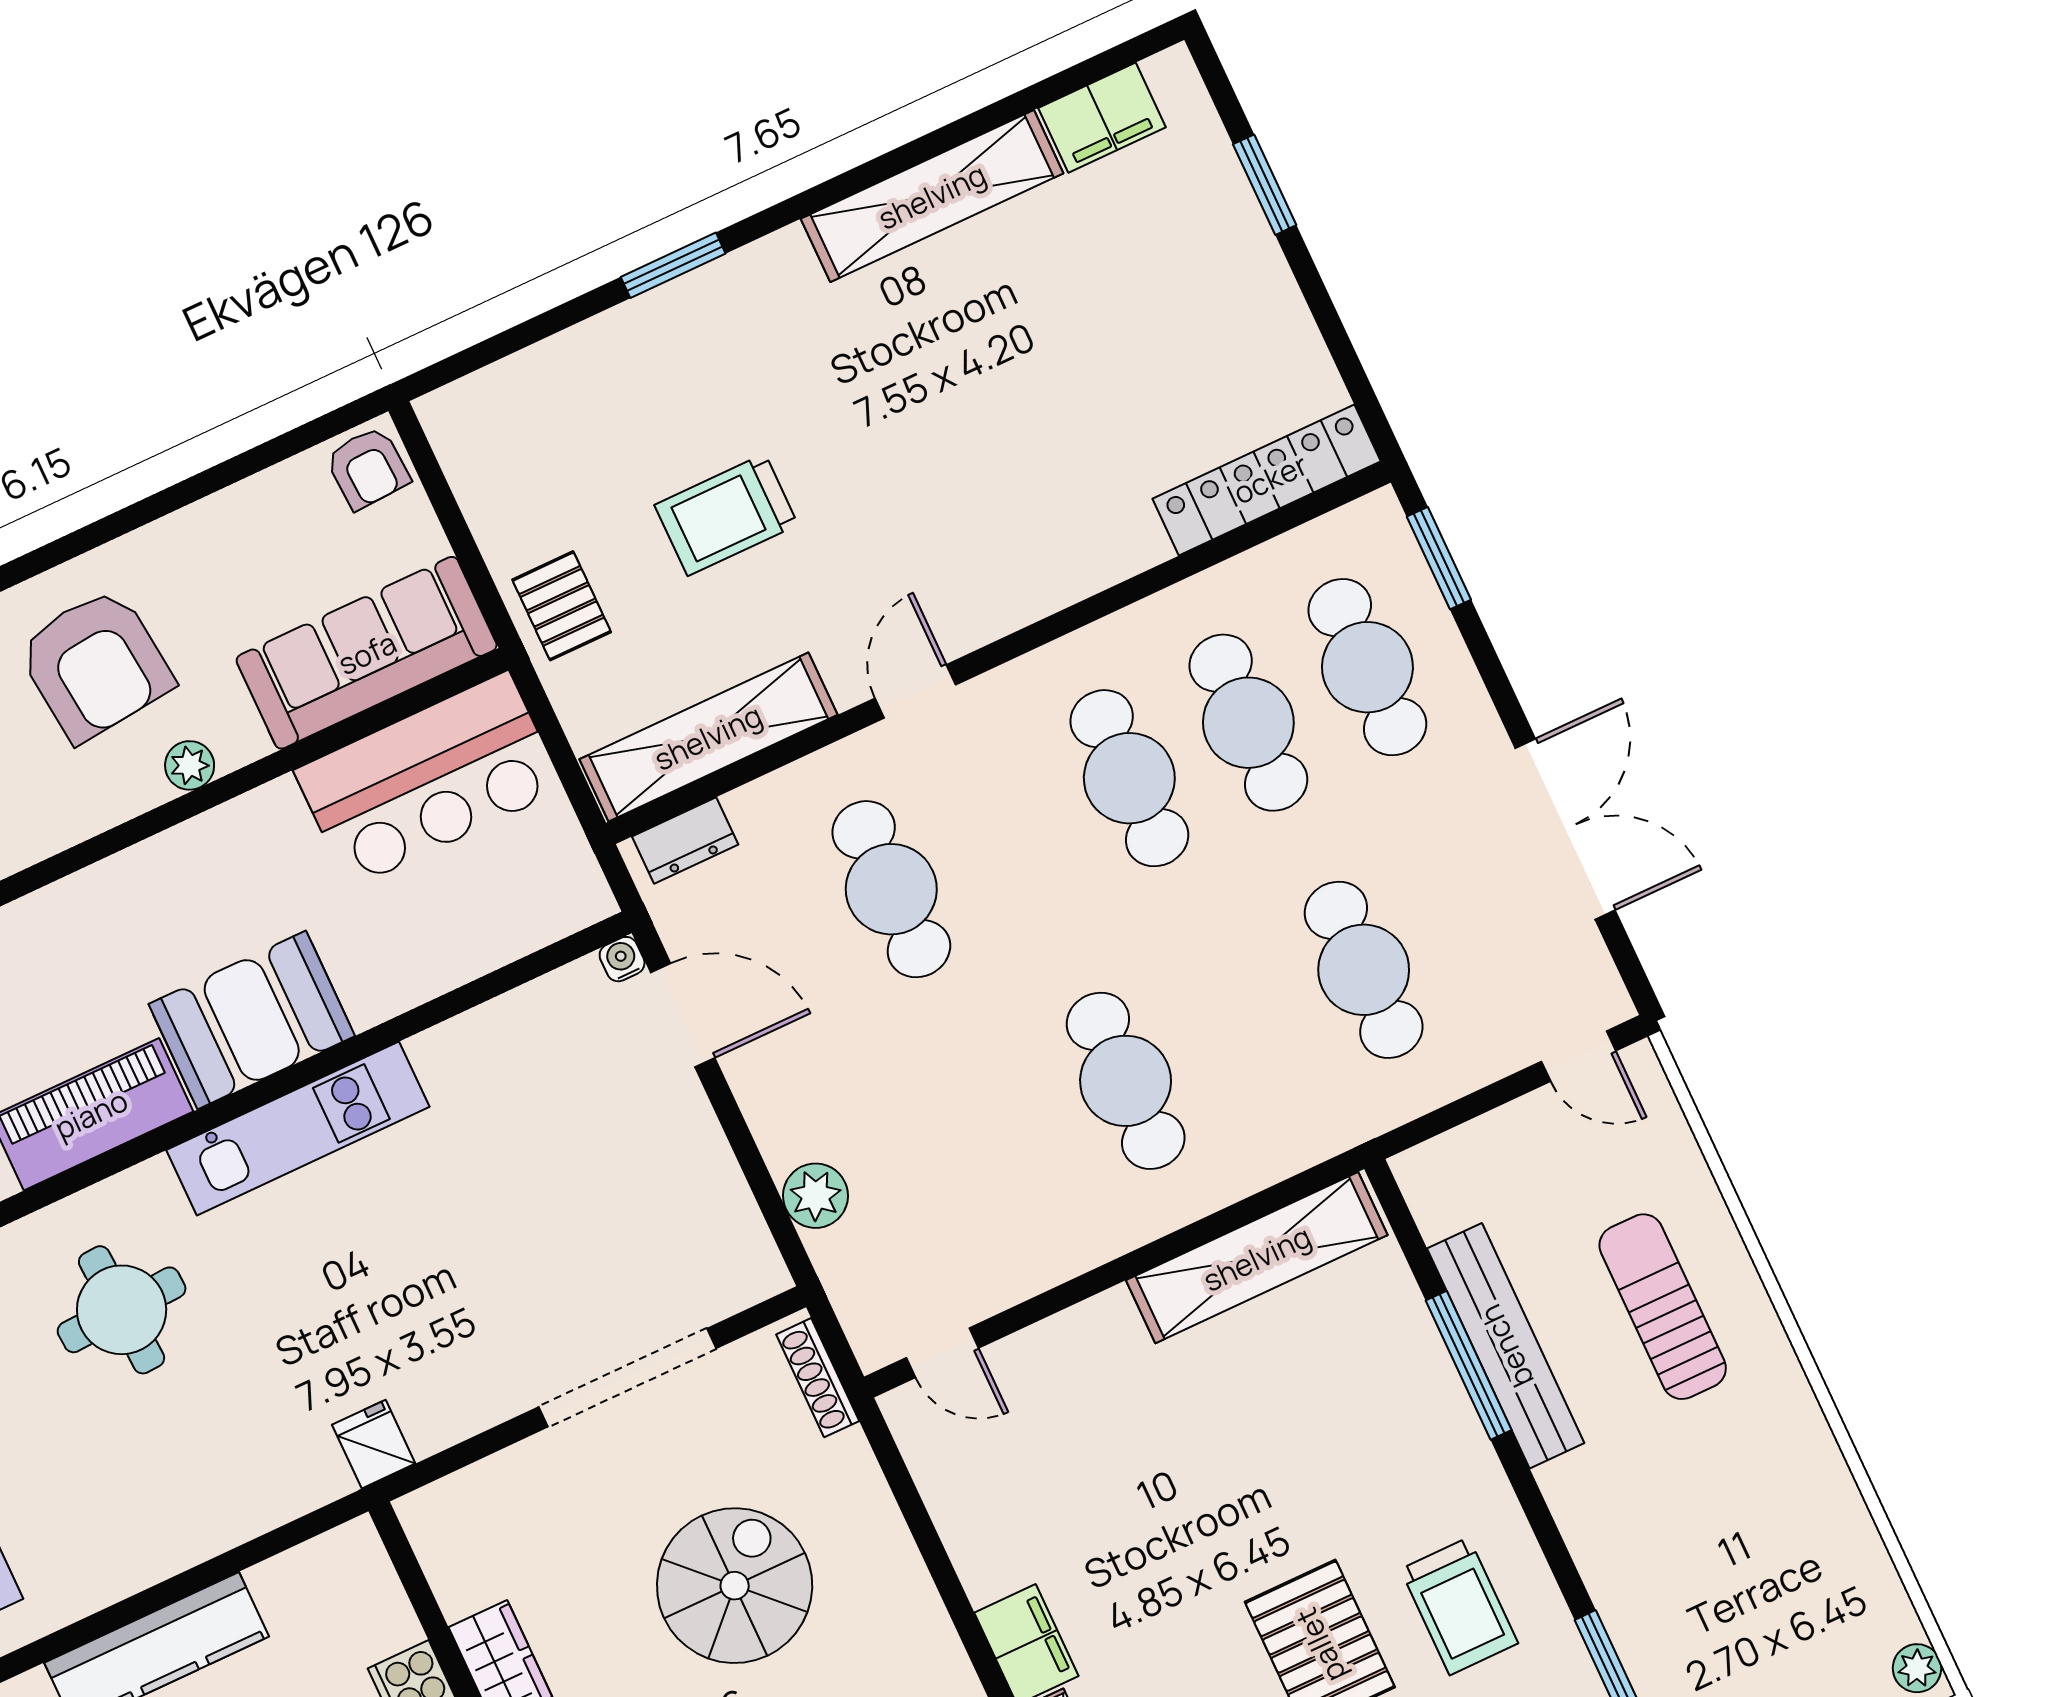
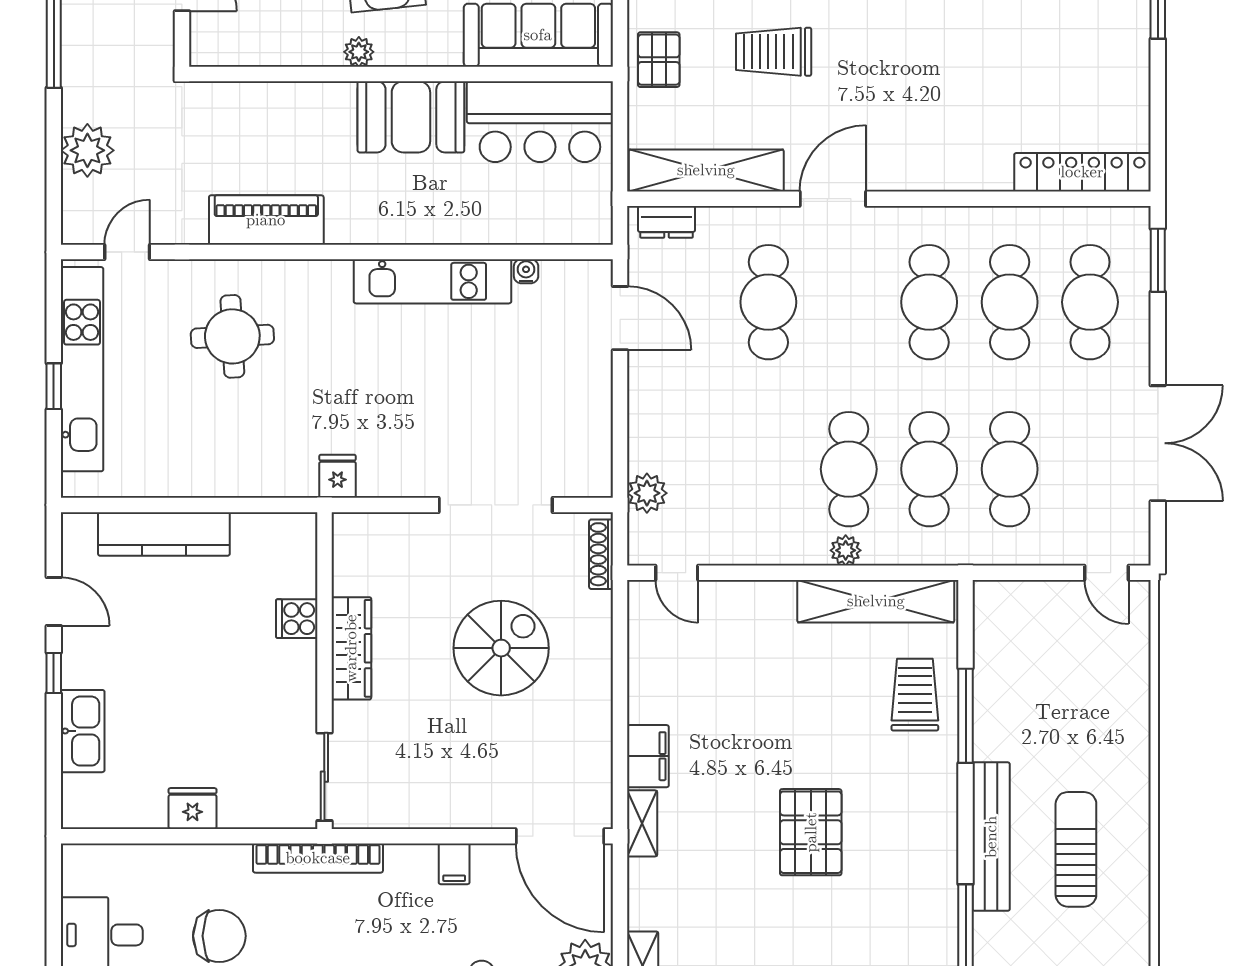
door: (915, 691) -> (833, 199), width x1.38
plant: (190, 765) -> (359, 52), moved
water cooler: (622, 959) -> (526, 271), moved
booth: (252, 1020) -> (411, 117), moved
cafe table: (1245, 1025) -> (929, 469), added
kitchen unit: (298, 1128) -> (432, 281), moved
plant: (815, 1196) -> (647, 493), moved
plant: (1177, 1203) -> (846, 550), added
sun lounger: (1663, 1307) -> (1076, 849), moved
bench: (1506, 1346) -> (991, 837), moved
trolley: (1459, 1606) -> (915, 695), moved, turned 180

